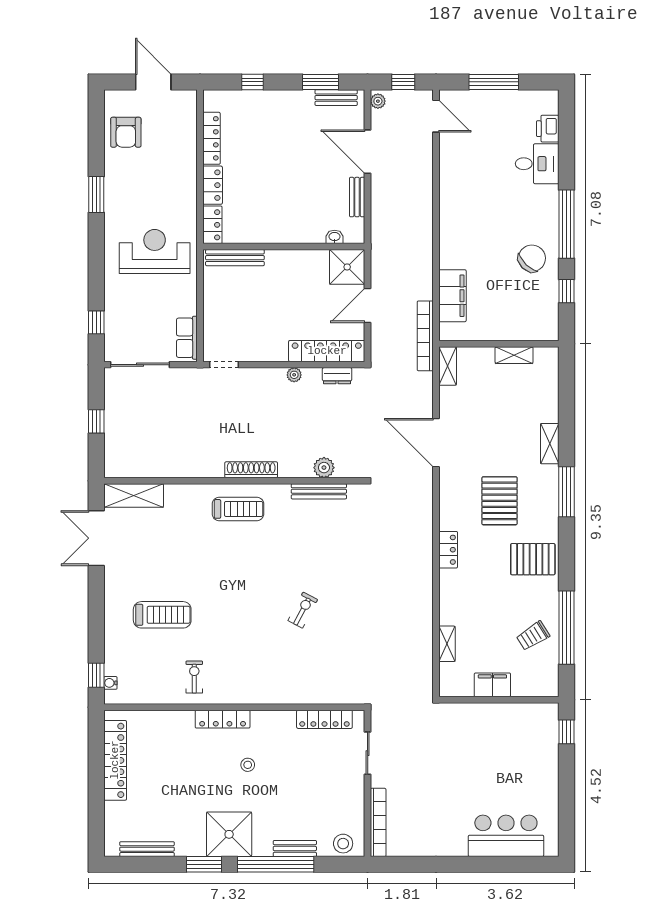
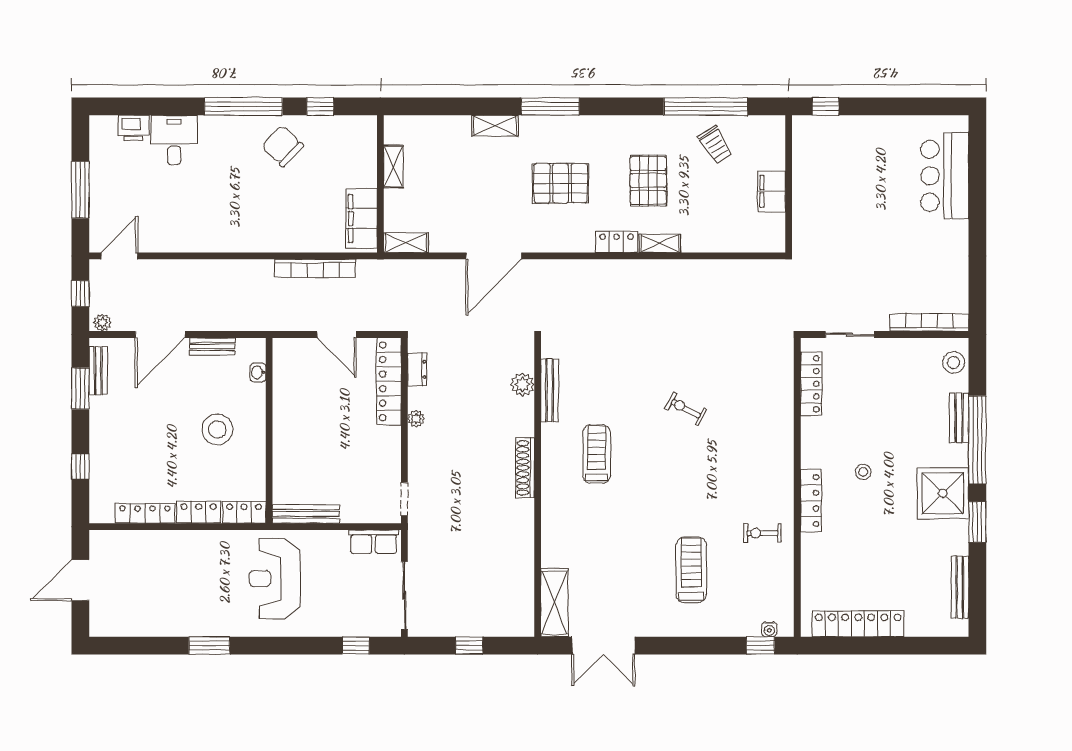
armchair: (126, 132) -> (138, 612), removed
stool: (285, 201) -> (217, 429), added
bench: (235, 258) -> (306, 514), moved, turned 90
shower: (347, 267) -> (292, 358), removed
filing cabinet: (452, 296) -> (362, 219), moved, turned -90
bookcase: (425, 336) -> (315, 268), moved
treadmill: (238, 509) -> (597, 454), moved
pallet: (533, 559) -> (648, 181), moved
shelving: (447, 644) -> (660, 243), moved

